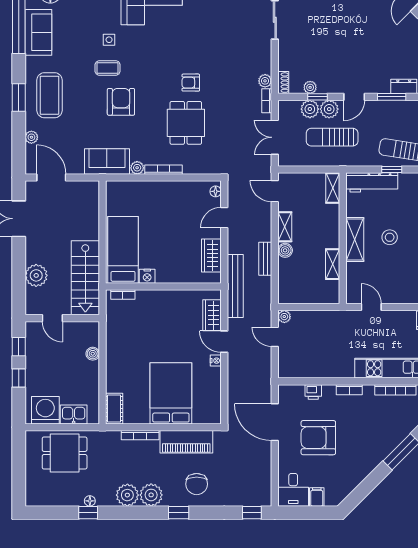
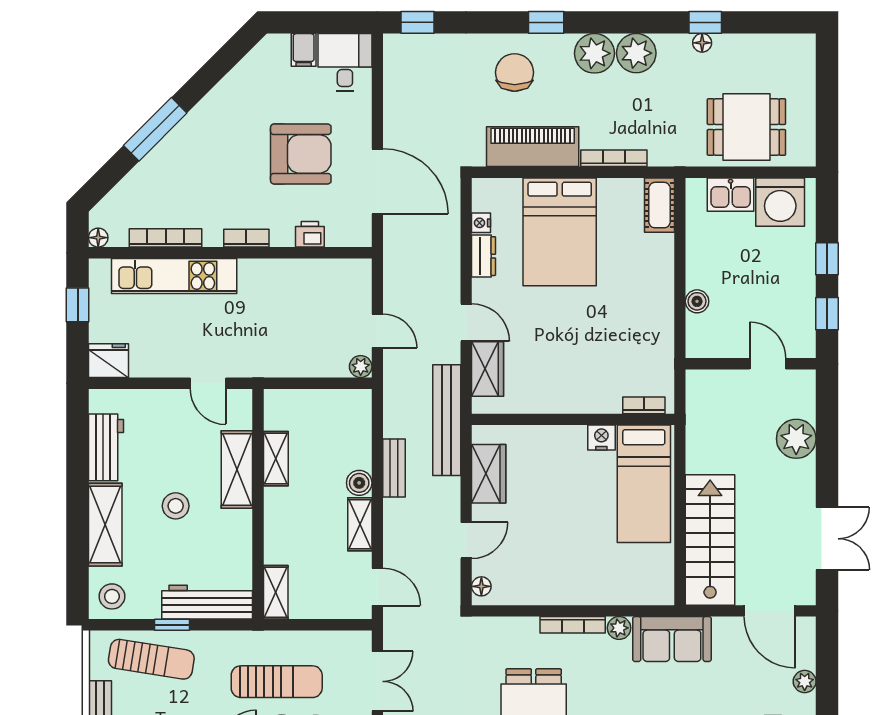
shelving: (355, 240) -> (237, 470), moved
stairs: (85, 278) -> (710, 540), moved
nightstand: (216, 361) -> (481, 223), moved
dresser: (214, 379) -> (484, 256), added

